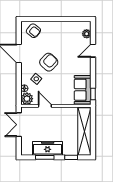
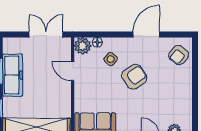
armchair: (49, 62) -> (134, 77), turned -77
door: (45, 106) -> (73, 71), swing flipped

